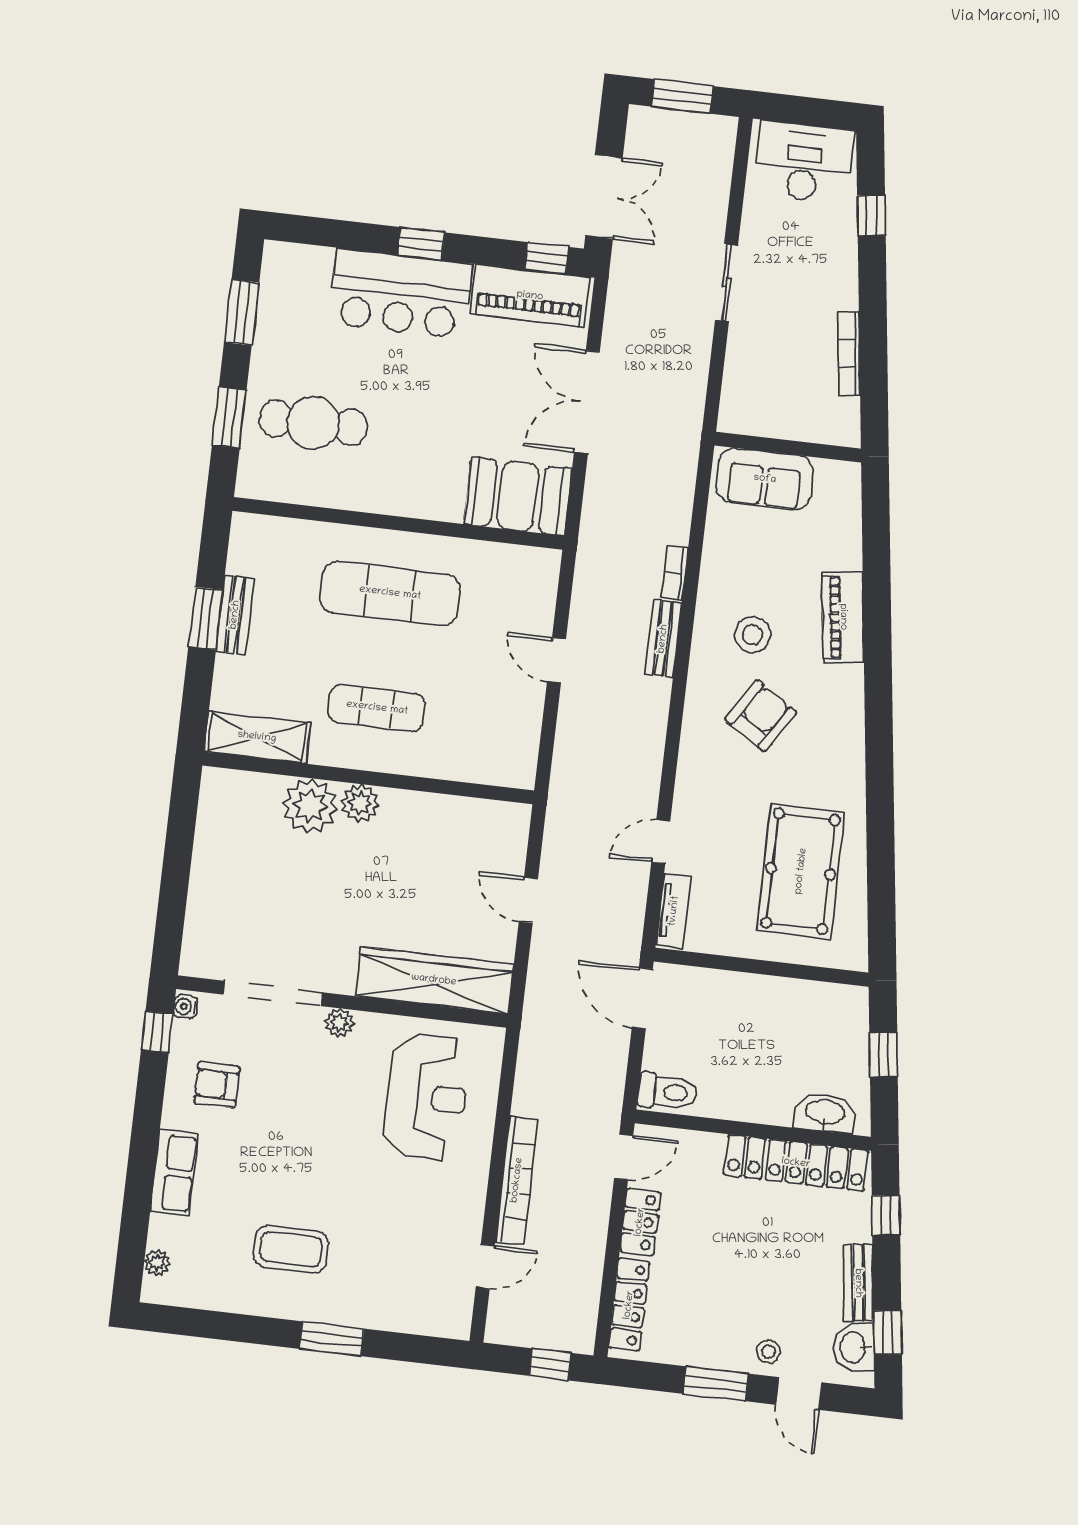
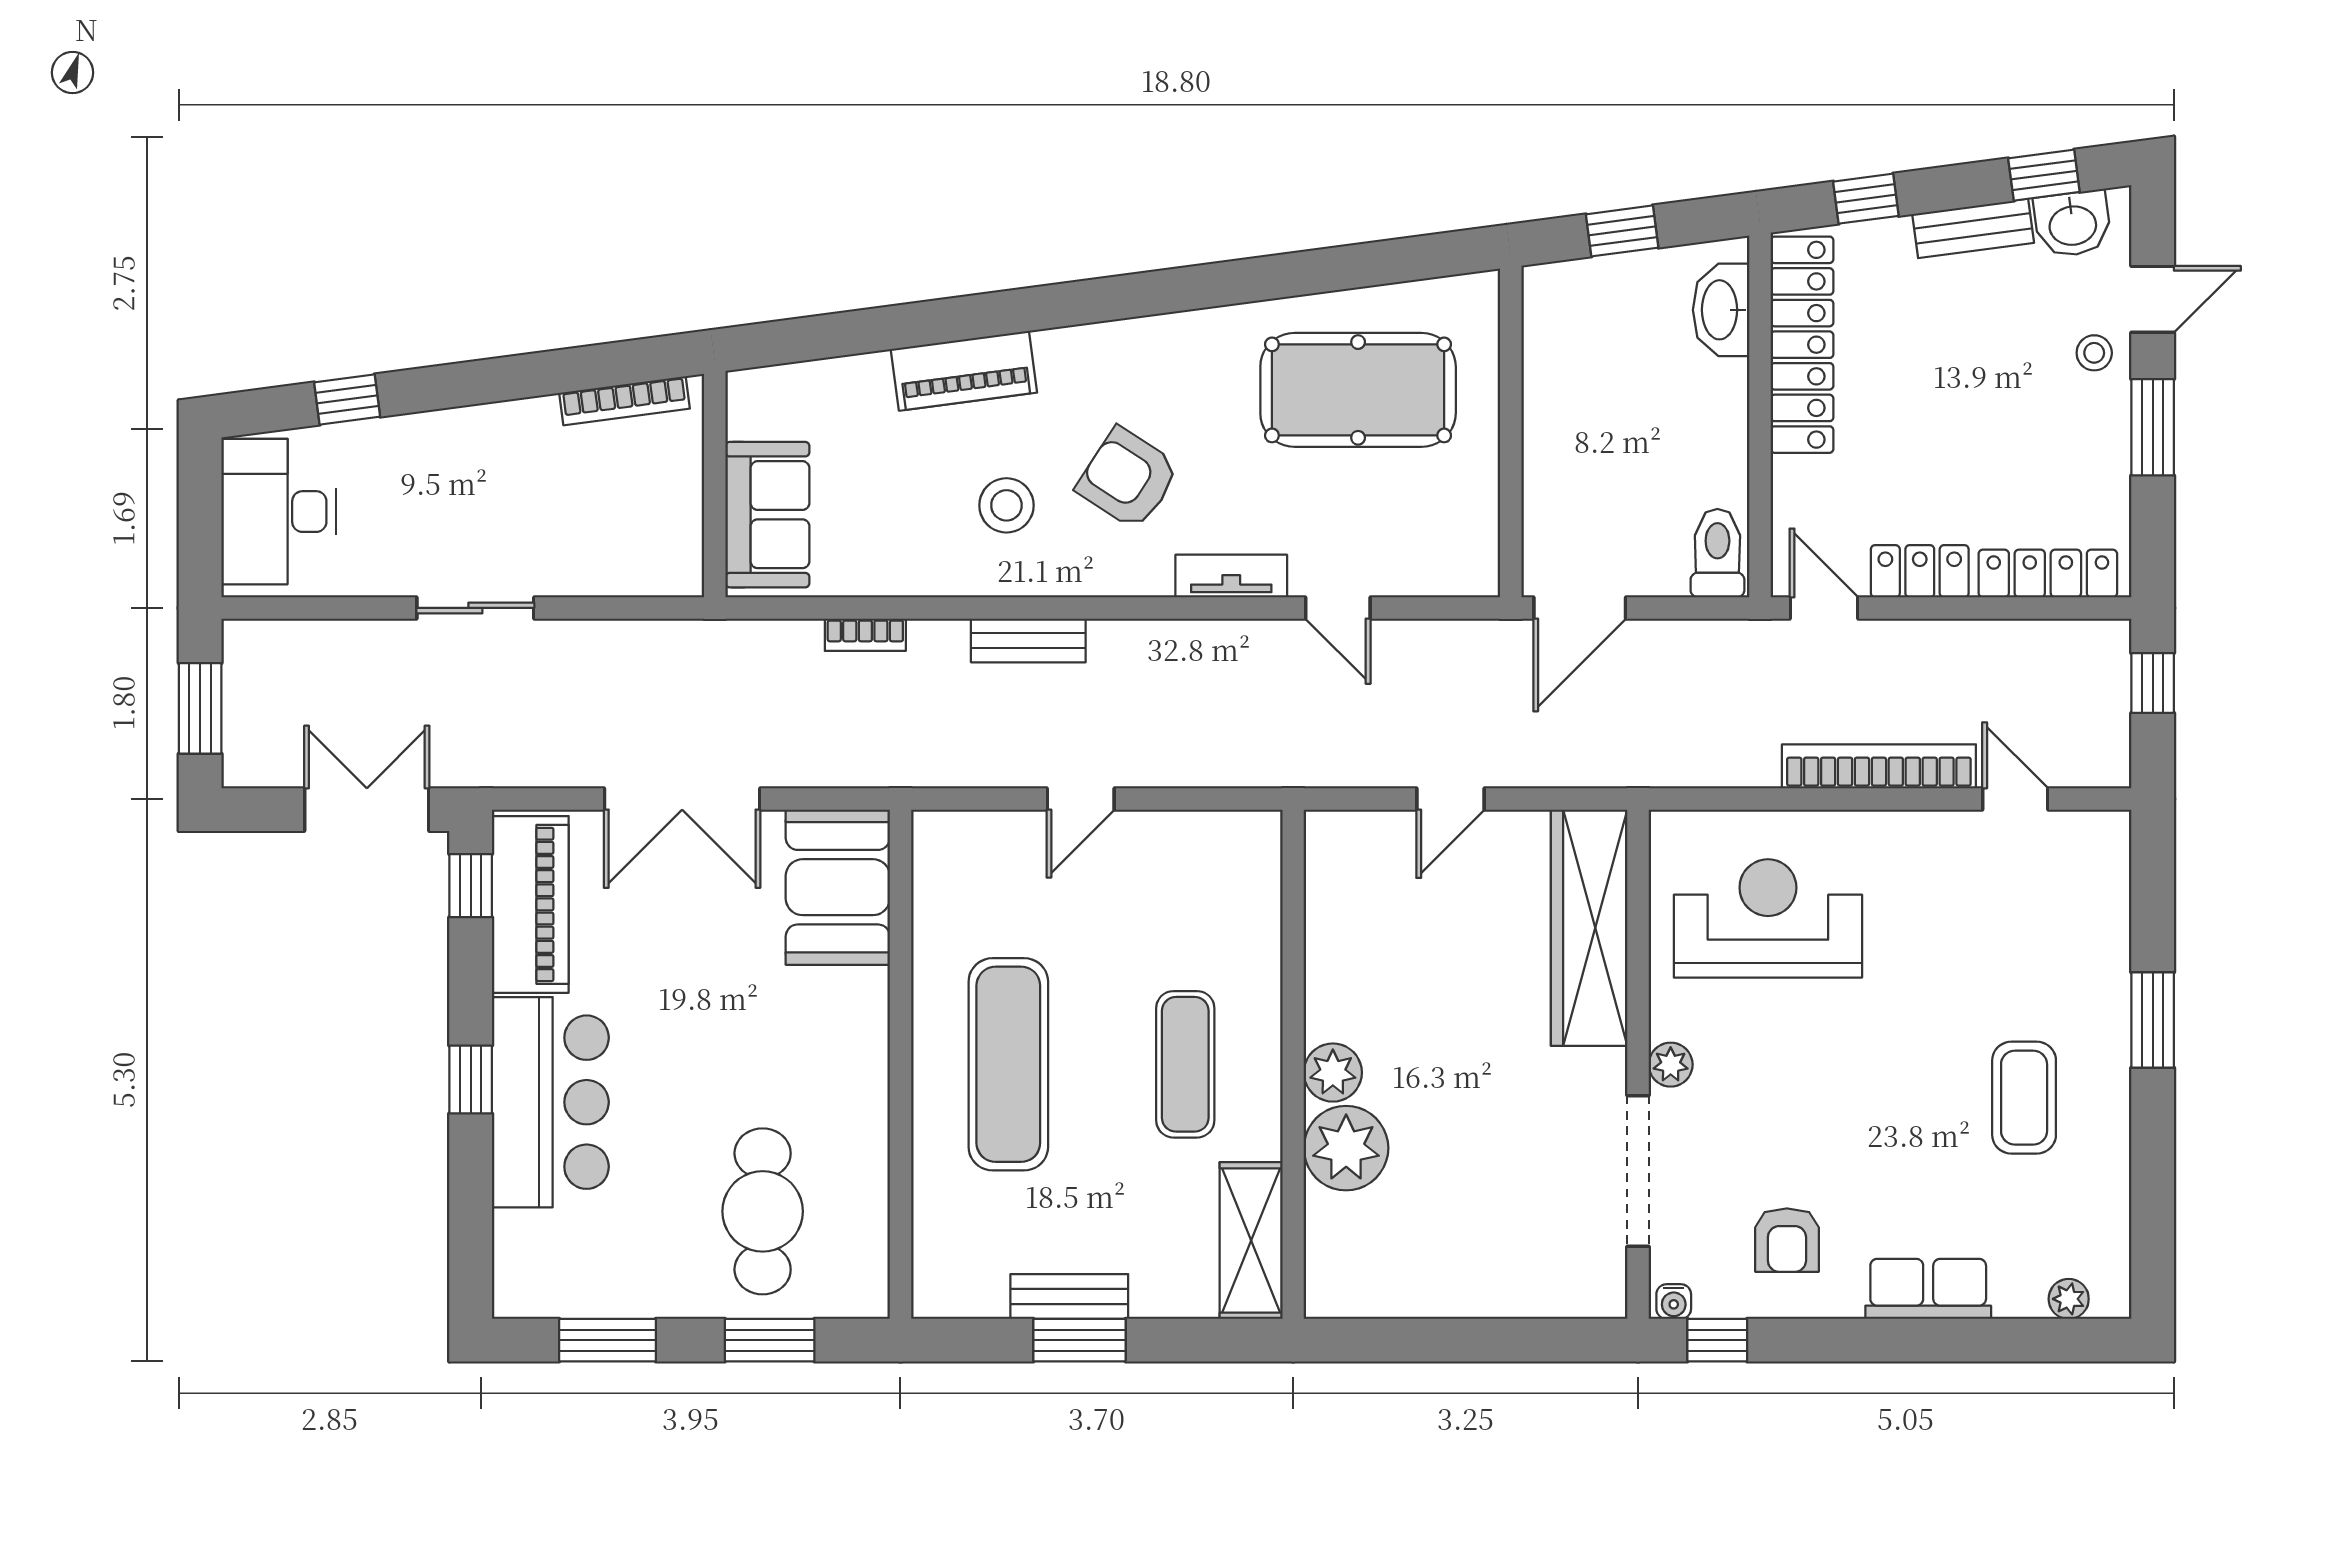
bookcase: (849, 354) -> (625, 401), moved
bookcase: (675, 573) -> (865, 635), moved
tv unit: (674, 911) -> (1231, 576), moved

